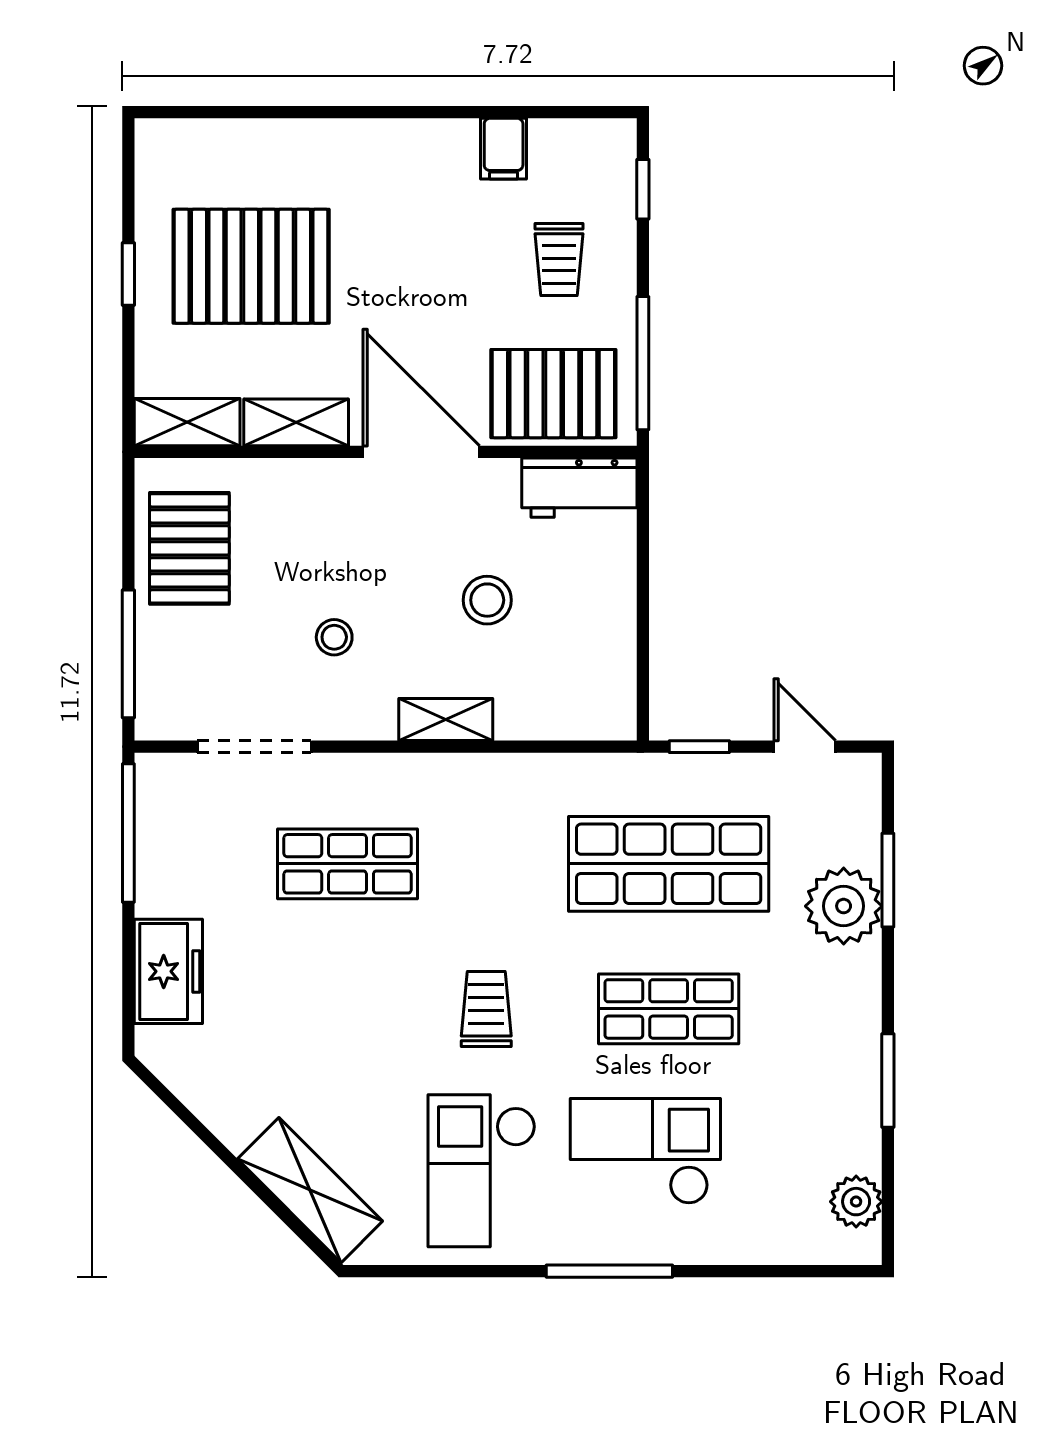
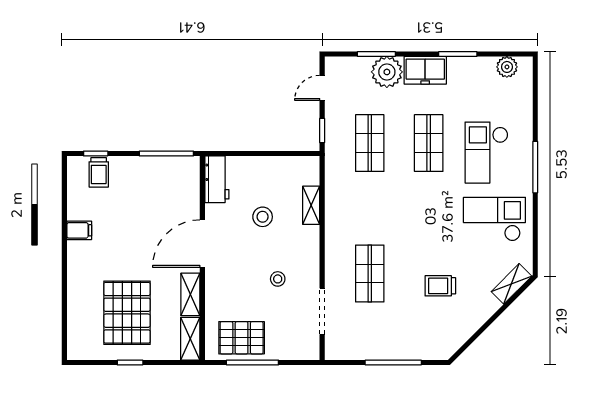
filing cabinet: (504, 149) -> (79, 230), moved
trolley: (559, 259) -> (99, 172), moved, turned 90
pallet: (553, 394) -> (179, 190), removed
window: (128, 654) -> (252, 363), moved
shelving: (446, 720) -> (311, 205), moved
window: (128, 833) -> (393, 363), moved
shop shelf: (669, 864) -> (370, 143), width x0.70, depth x0.74
freezer: (168, 971) -> (425, 70), moved, turned 180
trolley: (486, 1009) -> (440, 286), moved
checkout: (482, 1171) -> (494, 219), turned 180
shelving: (310, 1190) -> (511, 284), width x0.67, depth x0.75

